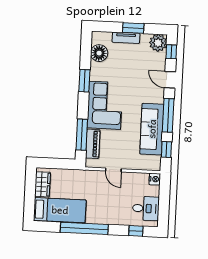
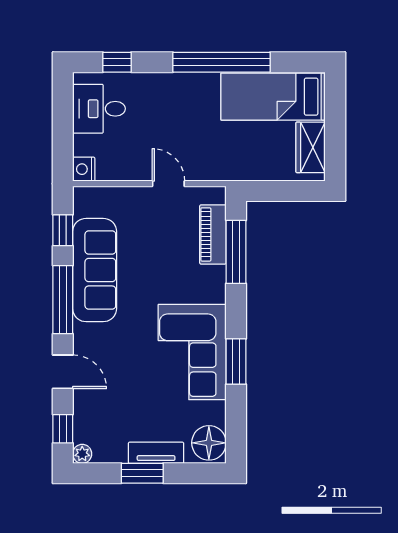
plant: (158, 43) -> (82, 454), width x0.53, depth x0.53
floor lamp: (99, 53) -> (209, 443), moved
corner sofa: (105, 105) -> (192, 352), moved

